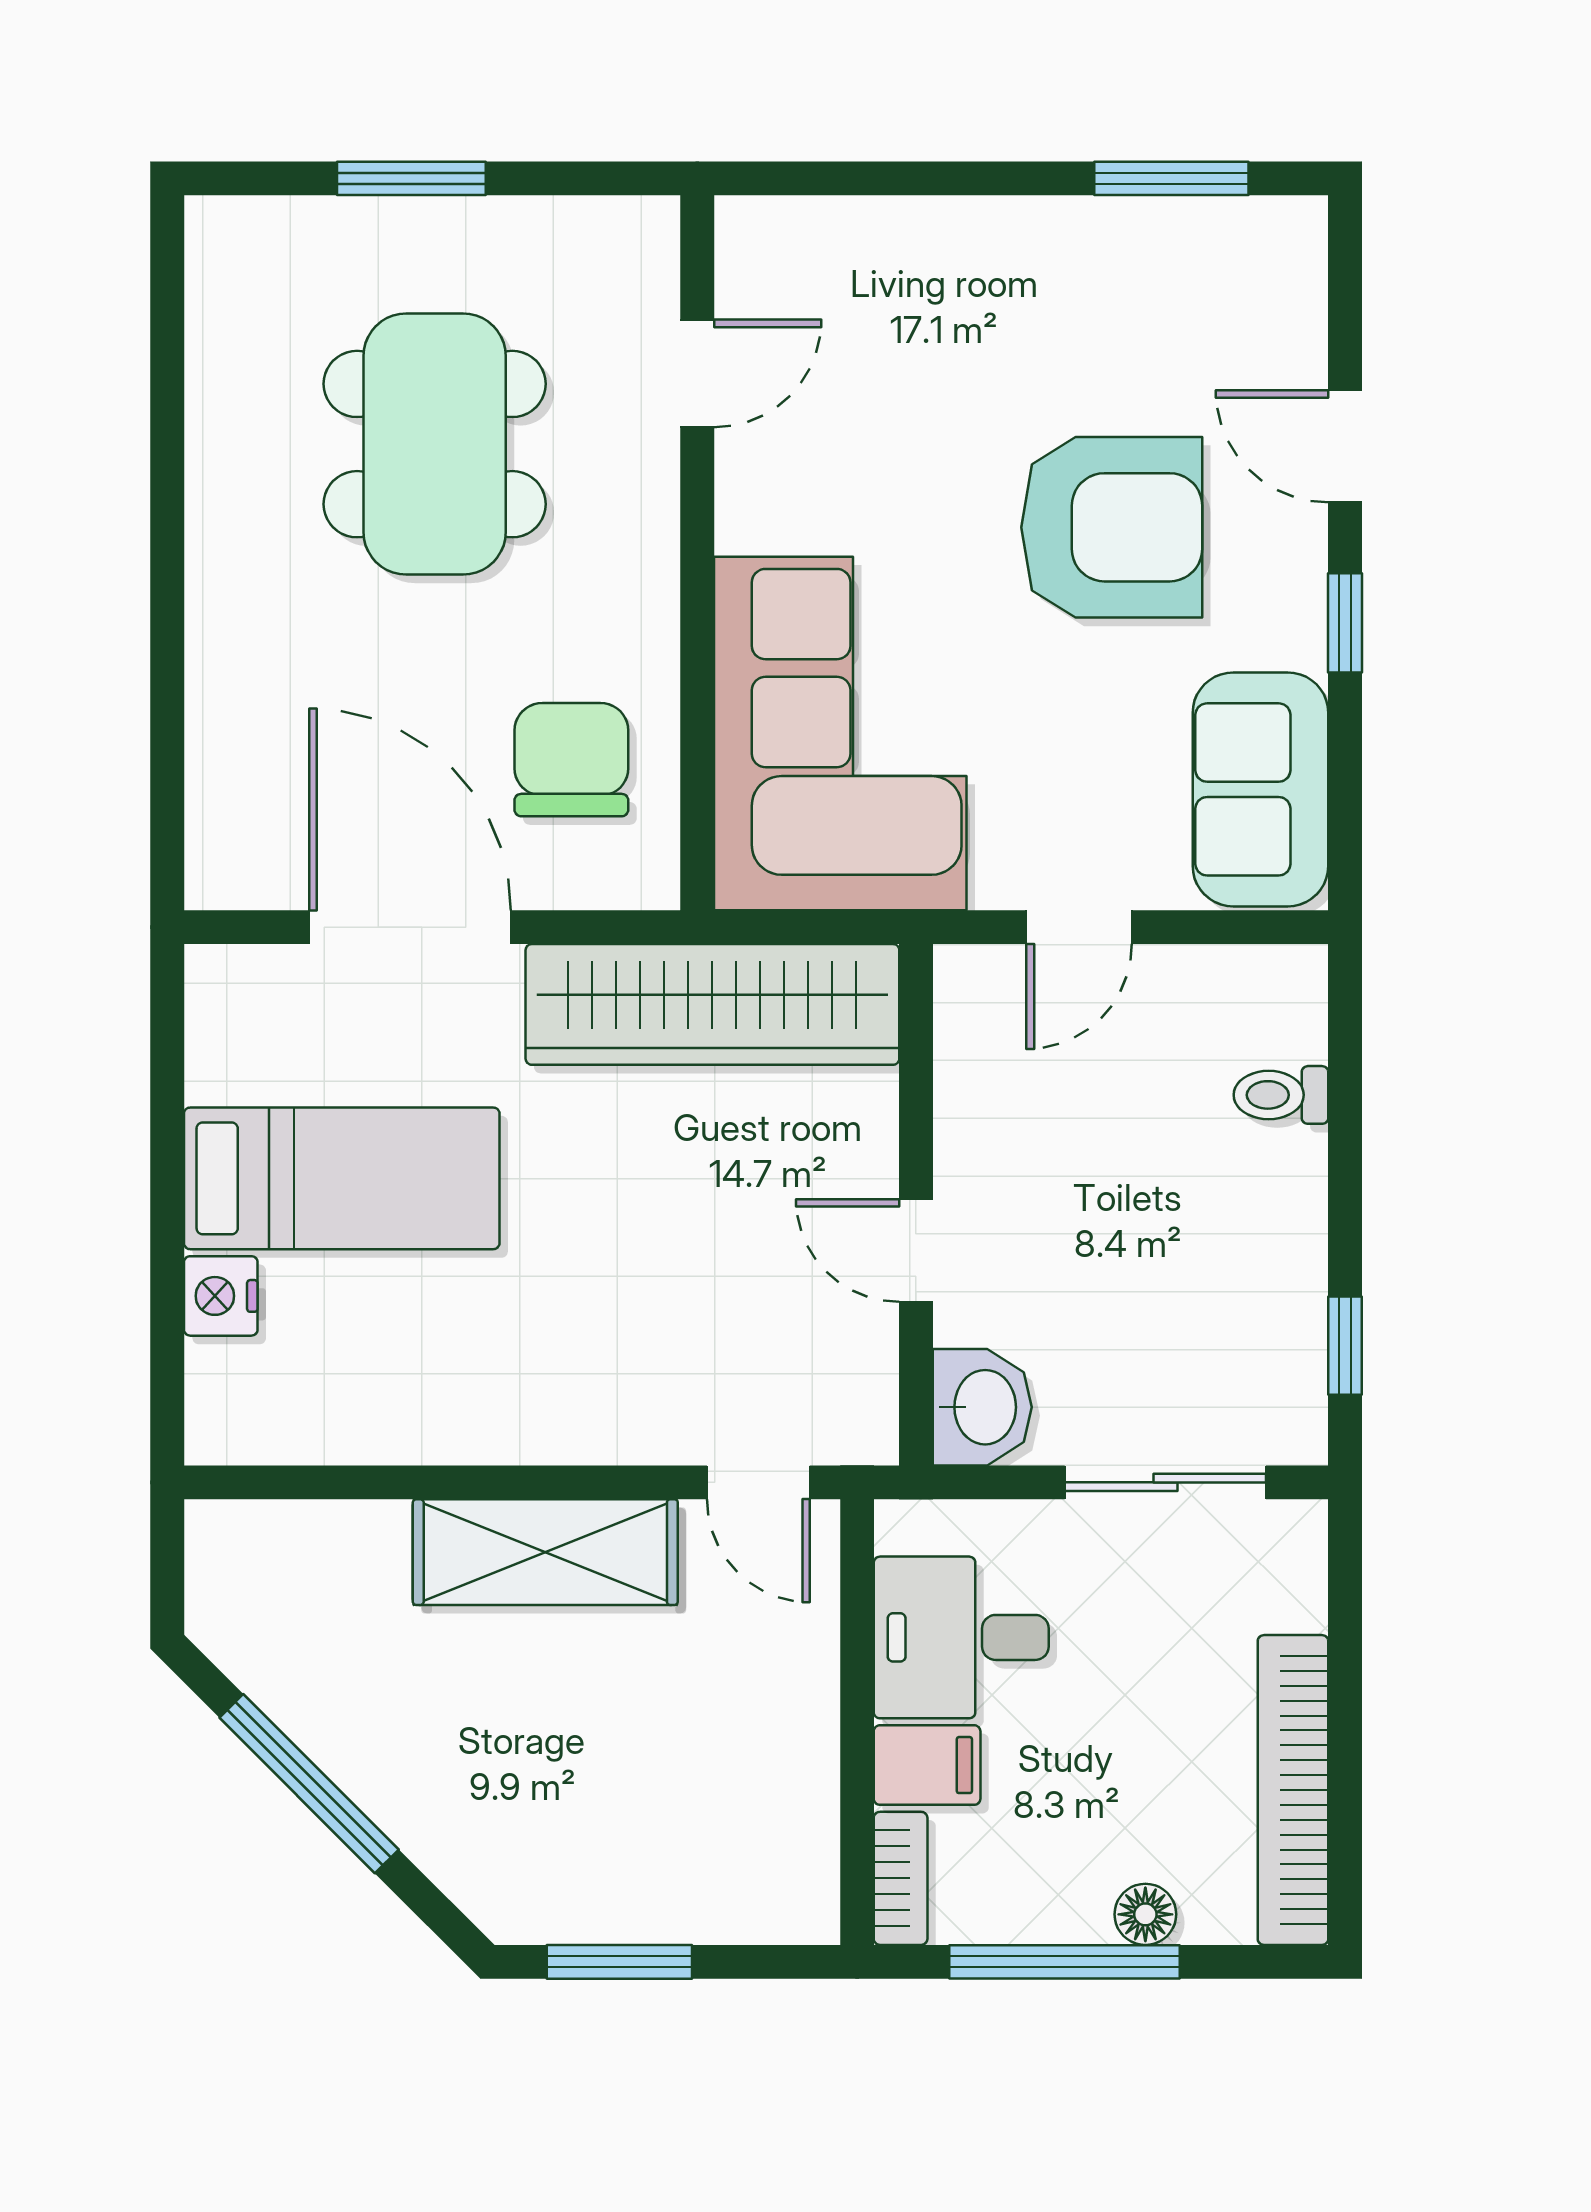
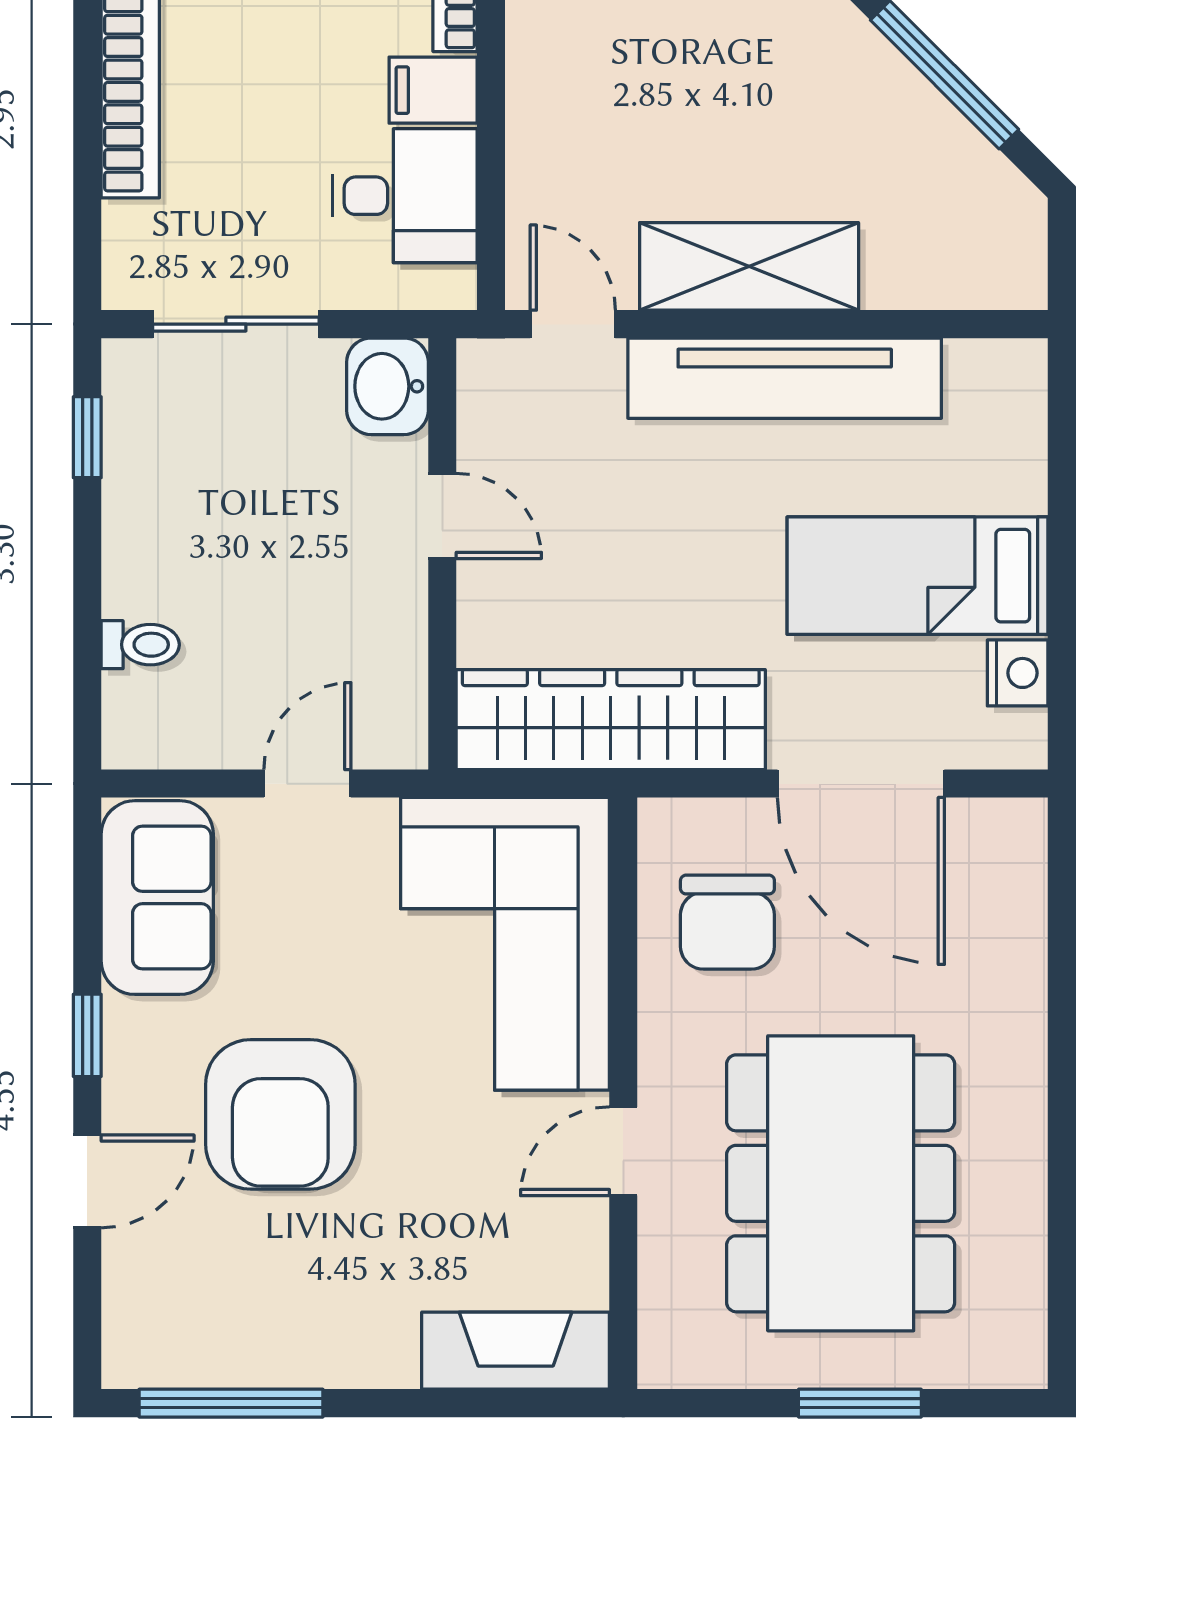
window: (1171, 178) -> (231, 1403), width x1.44
fireplace: (827, 242) -> (516, 1351), added
door: (697, 373) -> (623, 1151), moved
dining table: (435, 444) -> (841, 1183), width x1.36, depth x1.24
door: (1345, 446) -> (87, 1181), hinge flipped
armchair: (1112, 527) -> (280, 1114), turned -90
nightstand: (221, 1296) -> (1018, 673), moved
tv unit: (502, 1417) -> (785, 378), added

